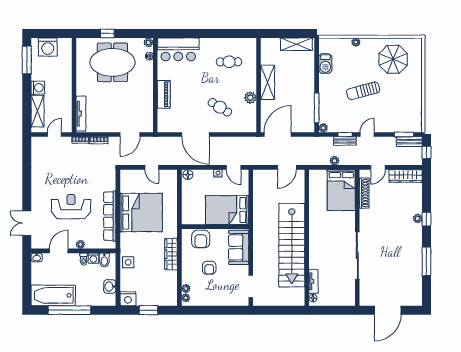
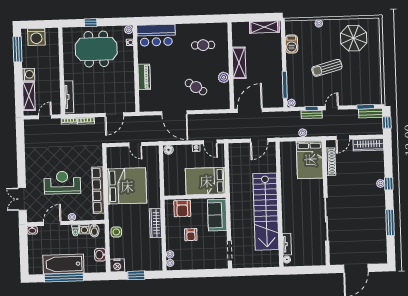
bathtub: (53, 295) -> (63, 264), moved

